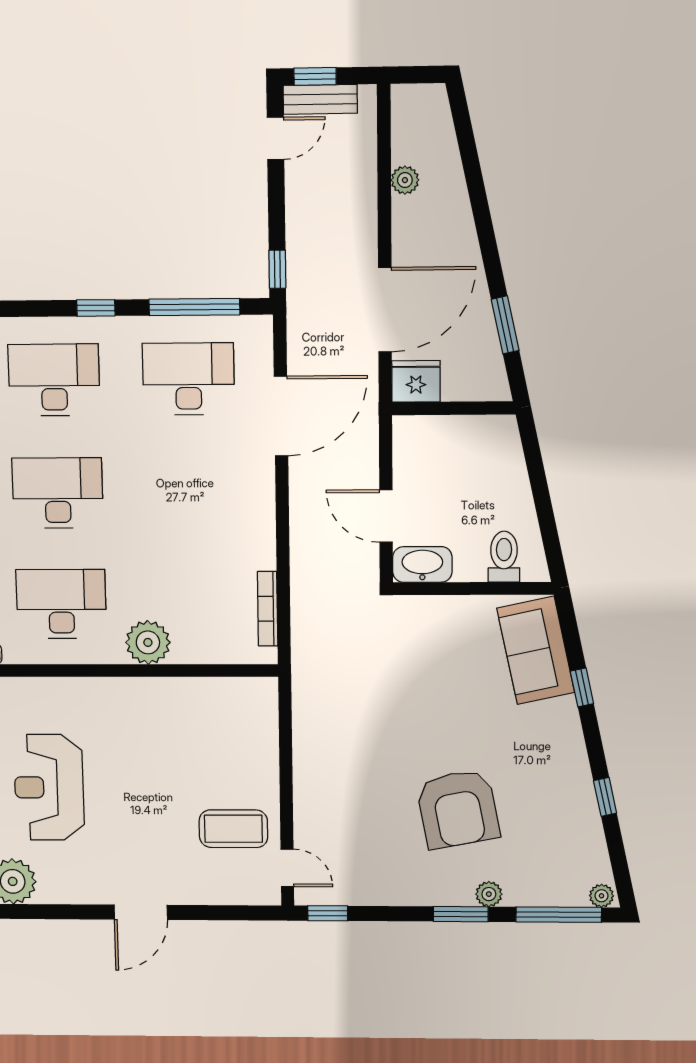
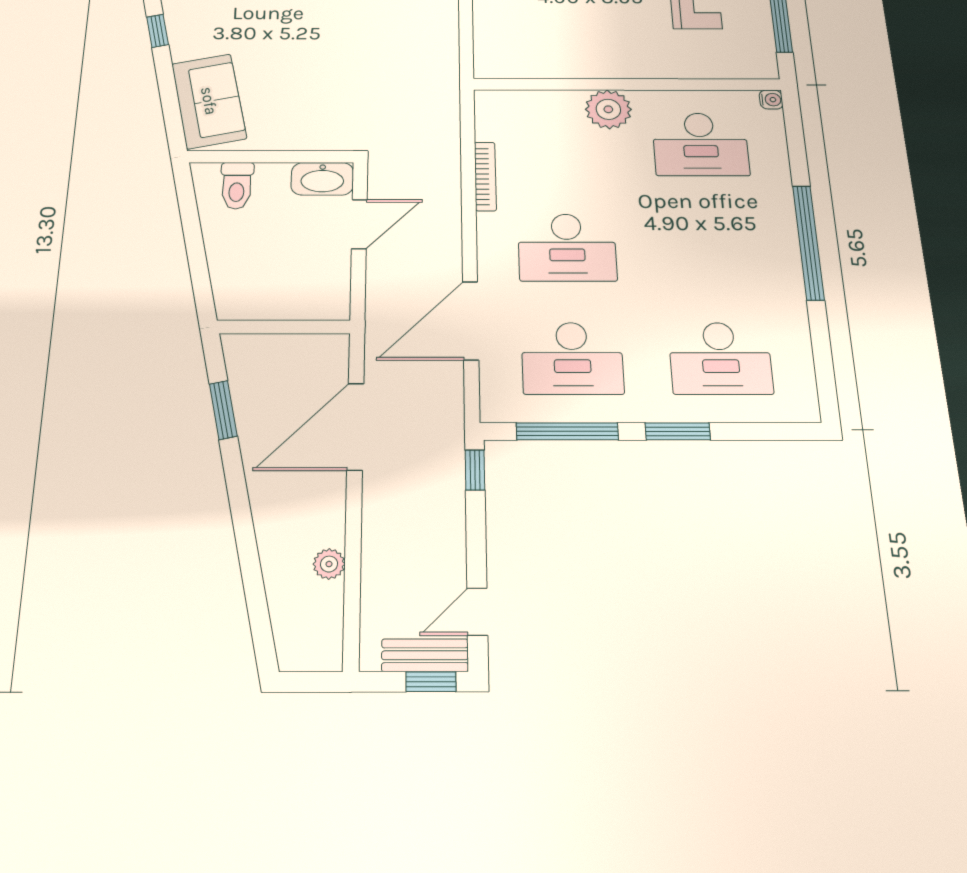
window: (96, 308) -> (678, 431), width x1.50
fridge: (416, 381) -> (323, 354), removed
desk: (58, 493) -> (567, 247), moved
door: (386, 516) -> (359, 224), hinge flipped
bookcase: (268, 609) -> (485, 176), moved
window: (582, 687) -> (158, 31), moved

